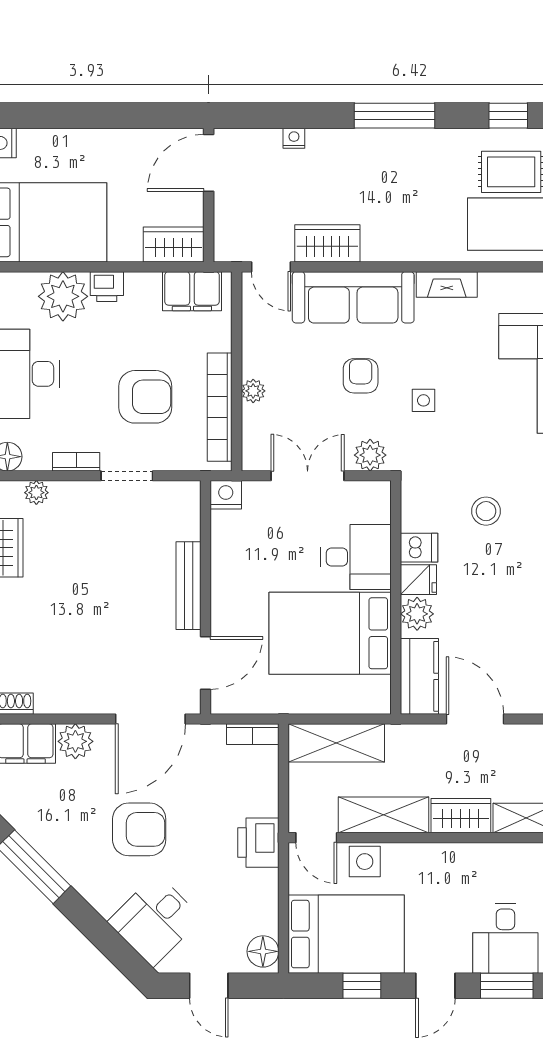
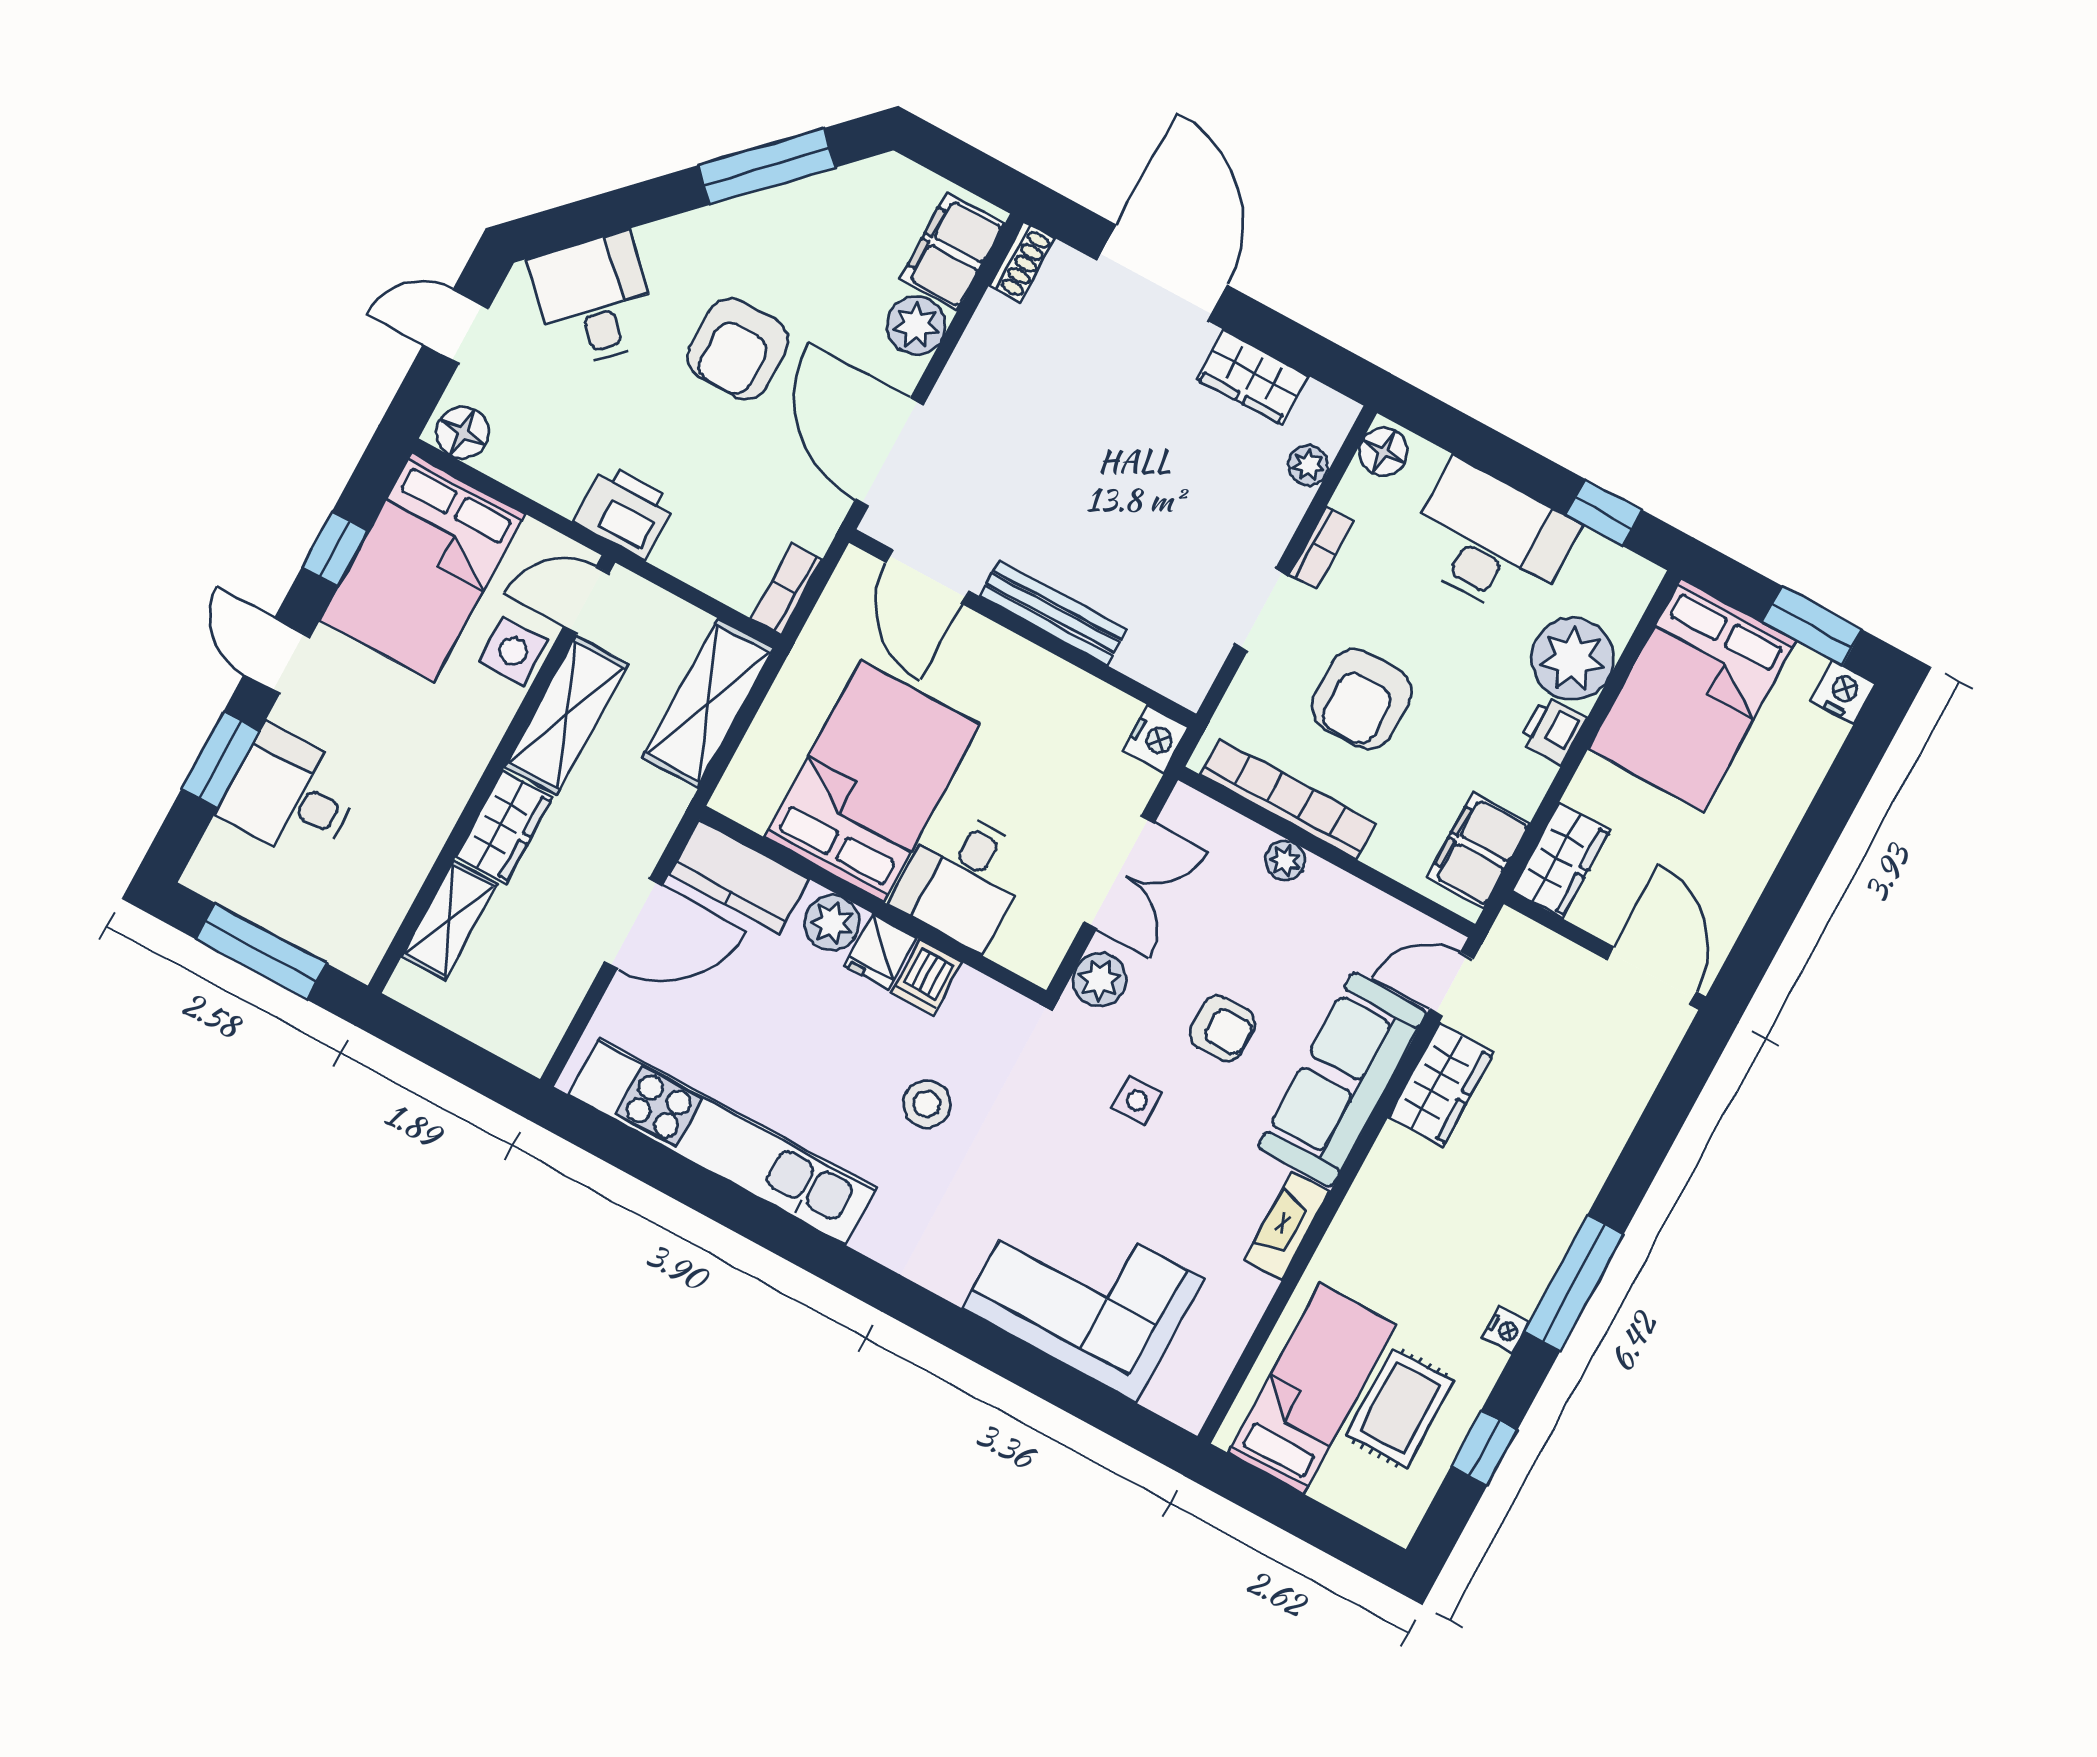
nightstand: (294, 138) -> (1506, 1330), moved

